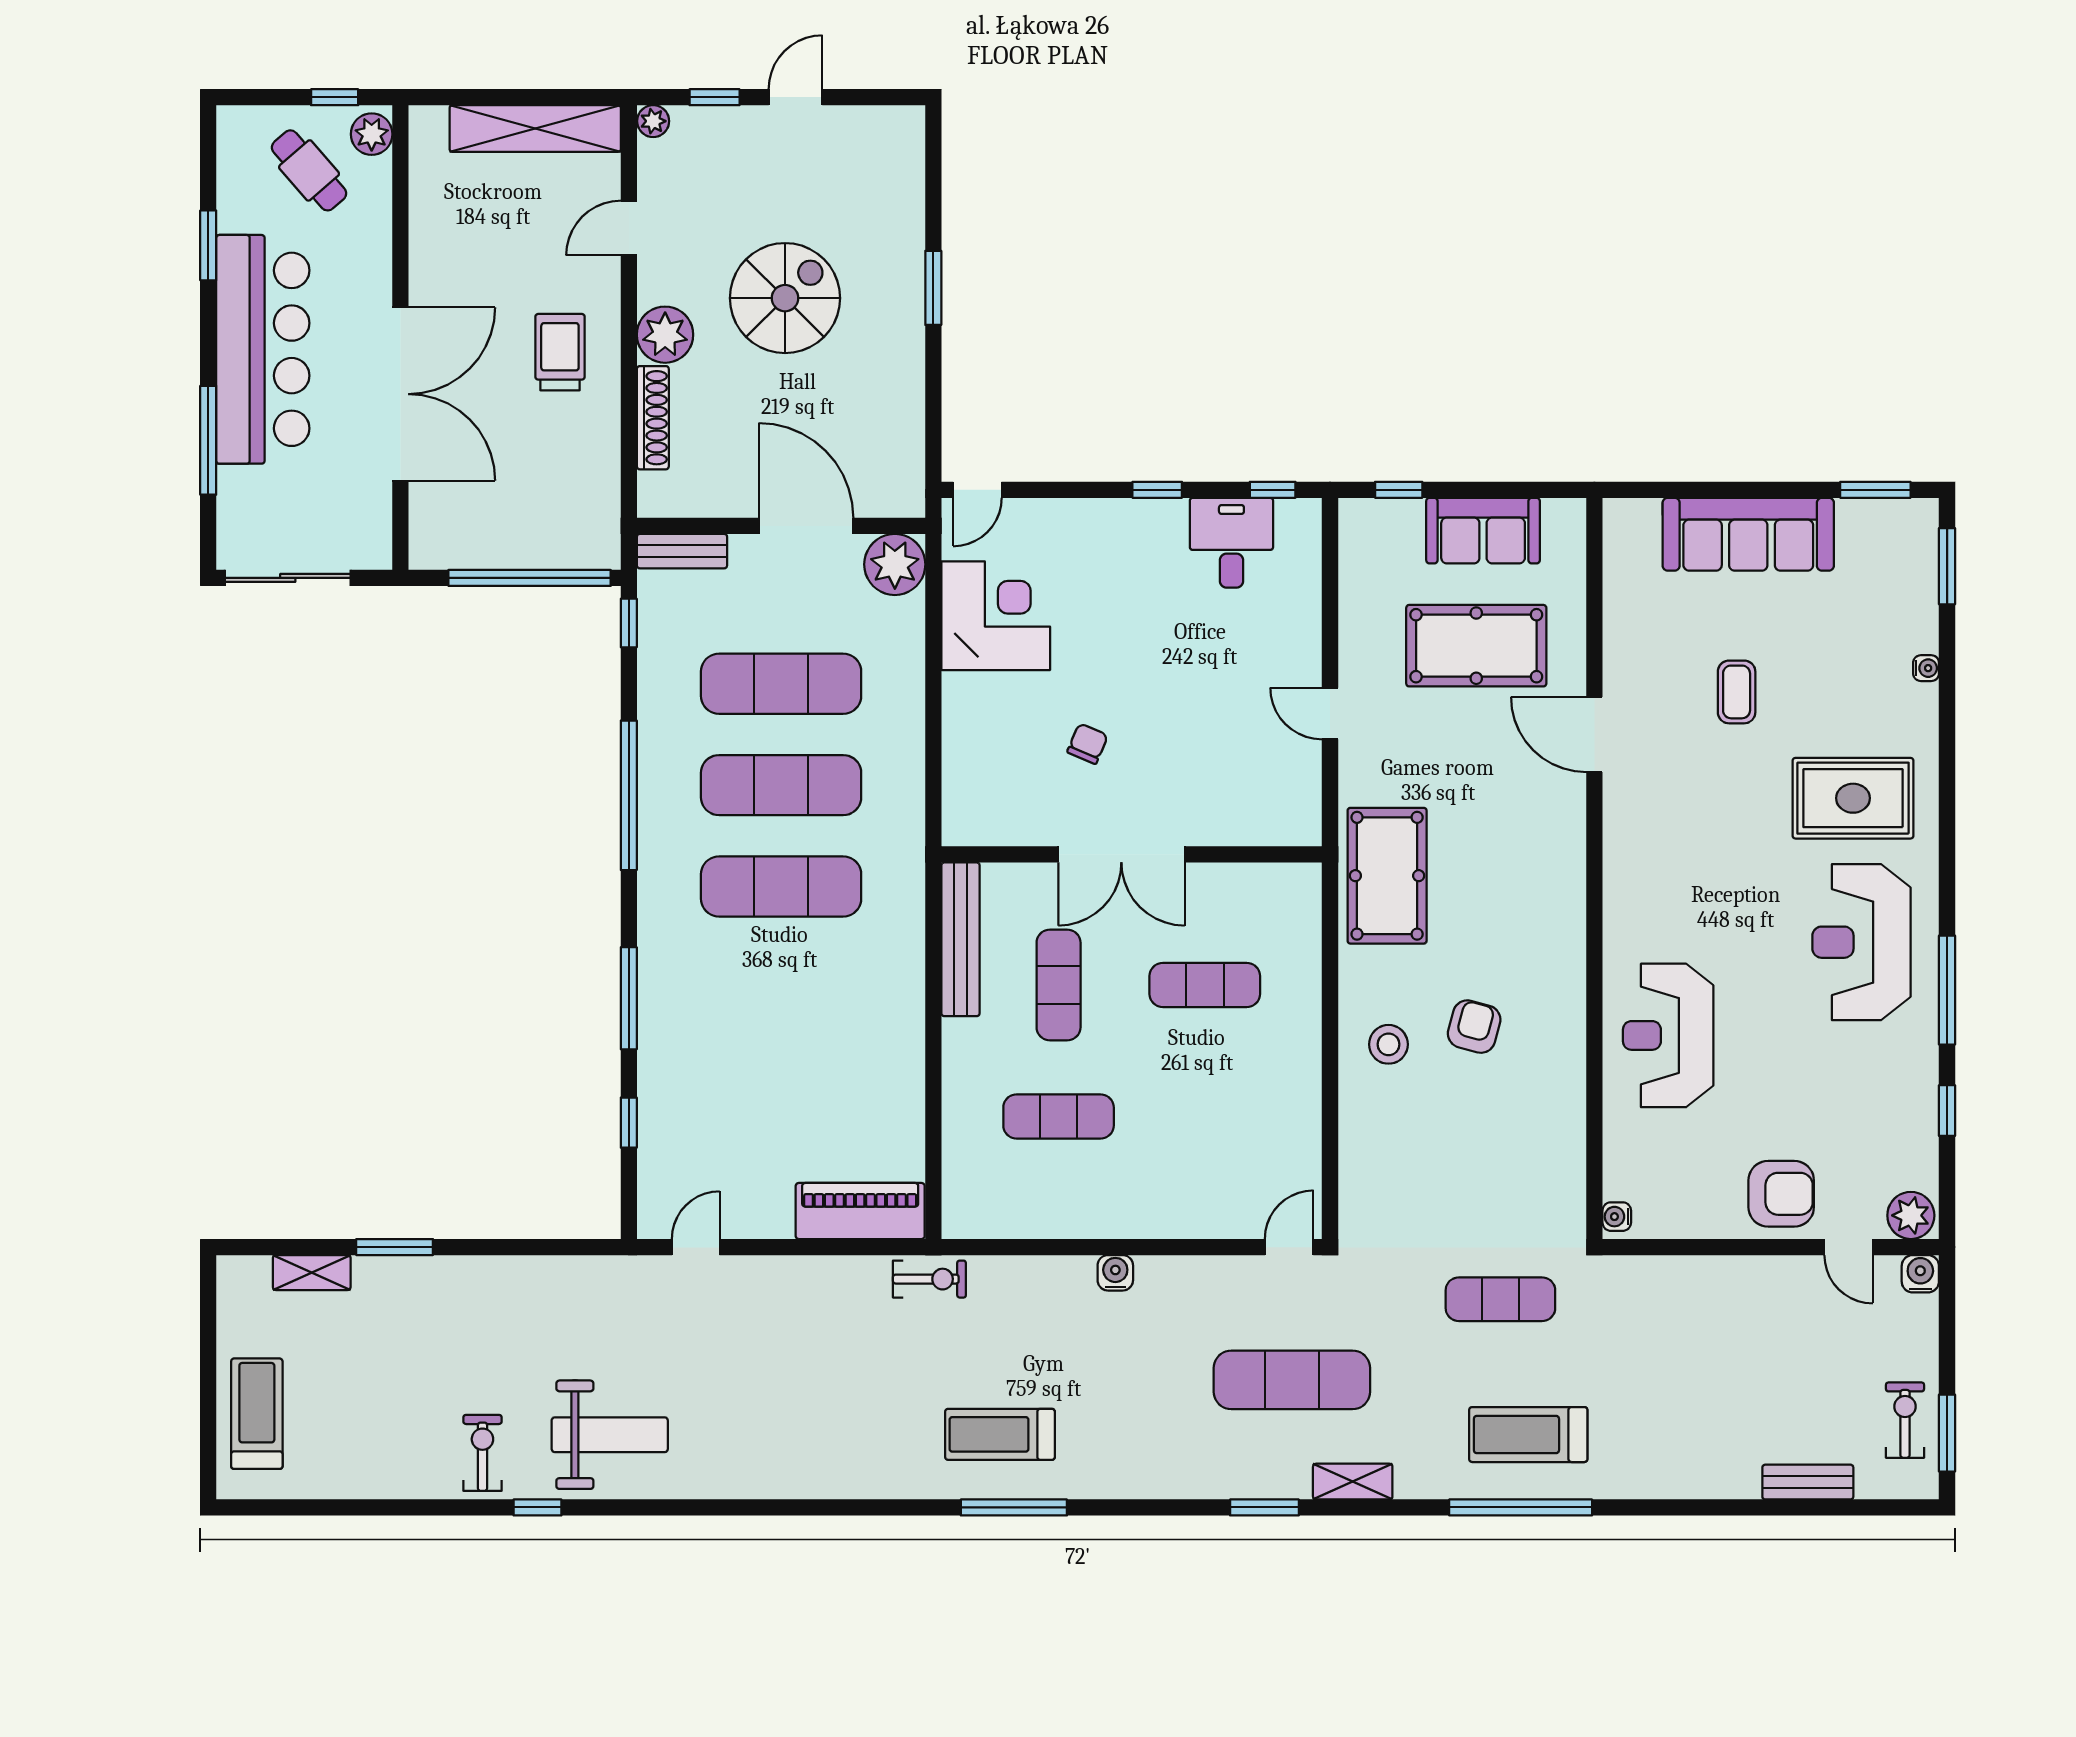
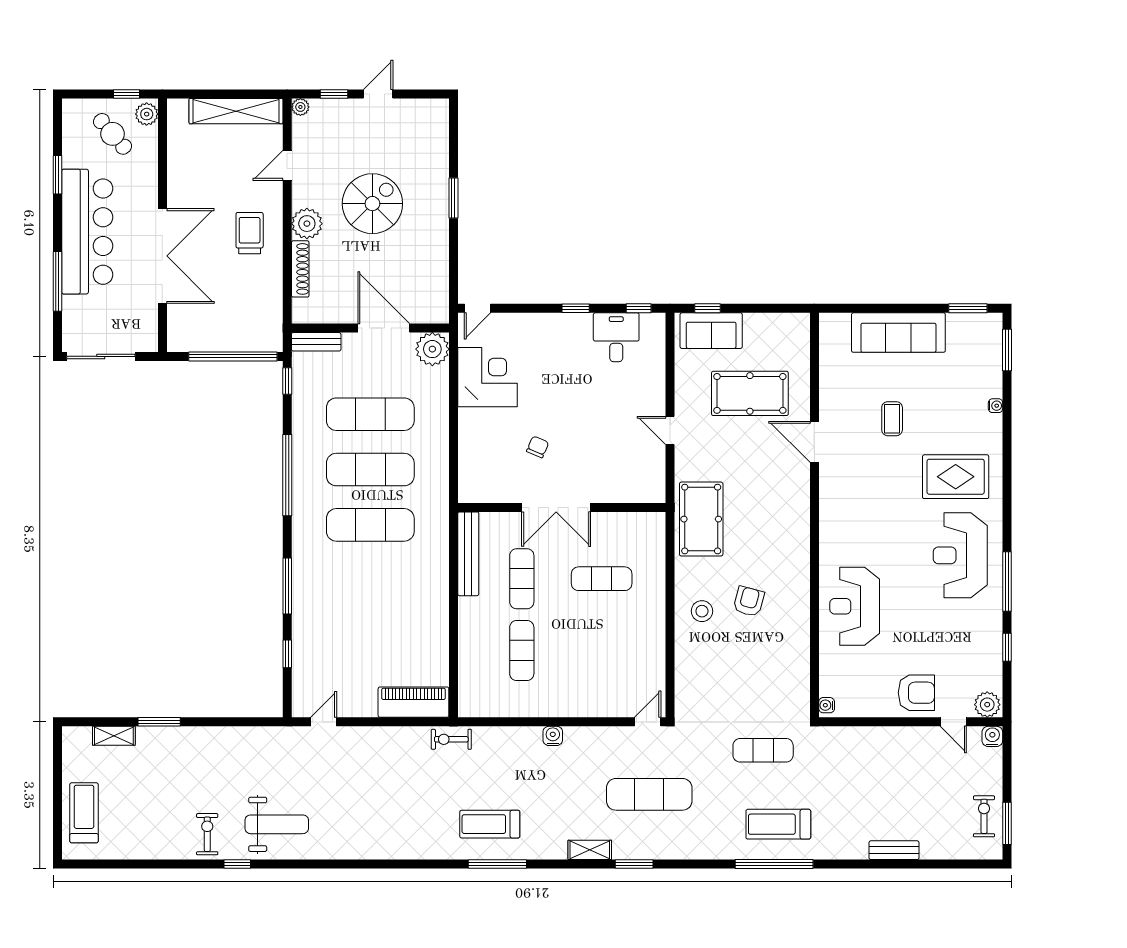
sofa: (1483, 531) -> (711, 331), moved
exercise mat: (1059, 1116) -> (522, 651), turned 90
exercise bike: (929, 1279) -> (451, 739), turned 180
shelving: (1353, 1482) -> (590, 850), moved
bench: (1808, 1482) -> (894, 850), moved

